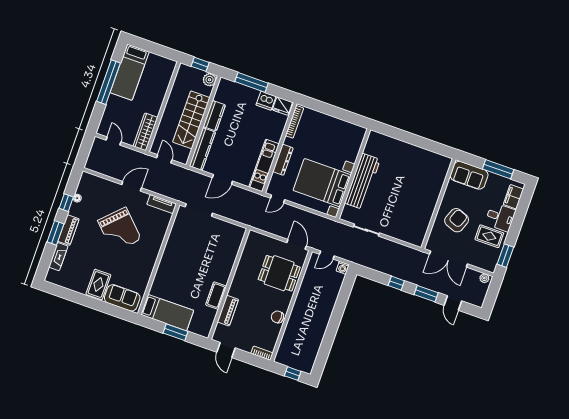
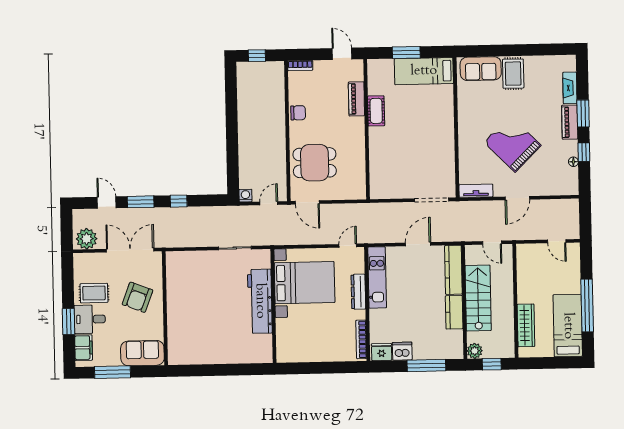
wardrobe: (145, 132) -> (526, 325), moved
window: (505, 256) -> (69, 322), moved
plant: (484, 278) -> (87, 239), width x1.88, depth x1.88

